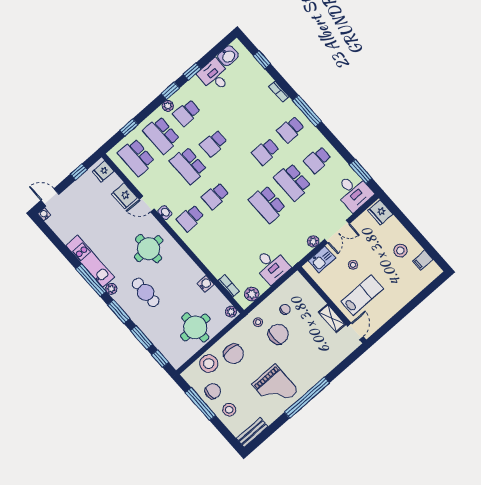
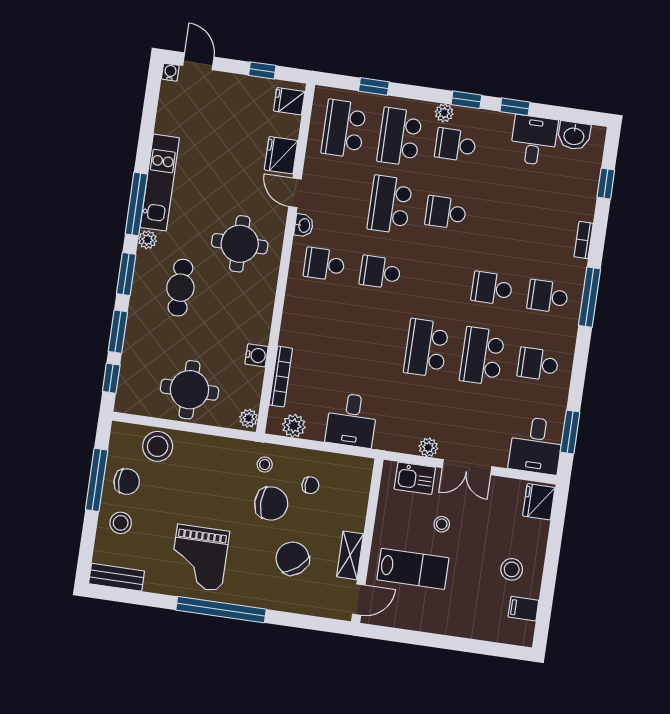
bookcase: (229, 286) -> (281, 377), width x1.56
chair: (233, 354) -> (292, 558), moved, turned 138

